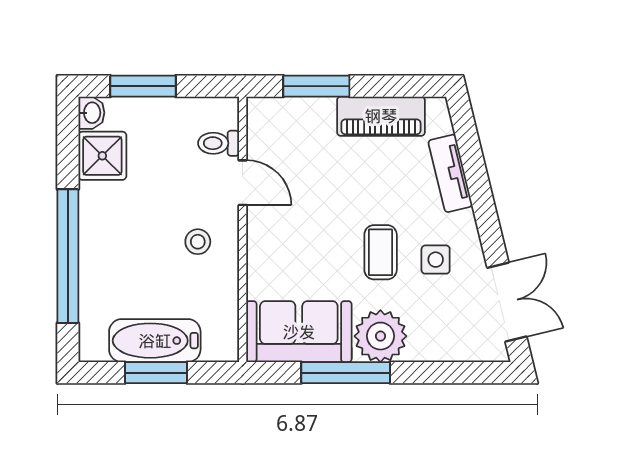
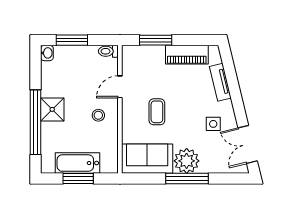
toilet: (219, 143) -> (108, 51), moved
shower: (102, 156) -> (52, 109), moved
door: (243, 183) -> (120, 87), swing flipped
coffee table: (381, 252) -> (157, 112), moved
double door: (507, 302) -> (248, 144), swing flipped
window: (346, 373) -> (187, 179), moved

